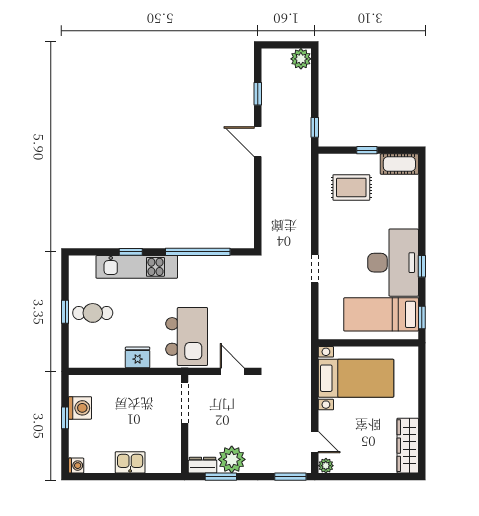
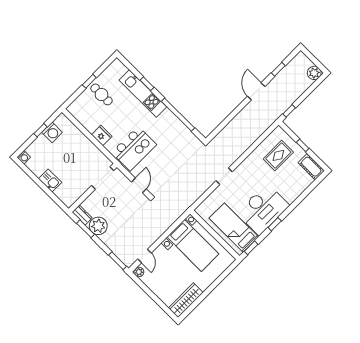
rug: (351, 187) -> (278, 155), turned 90

